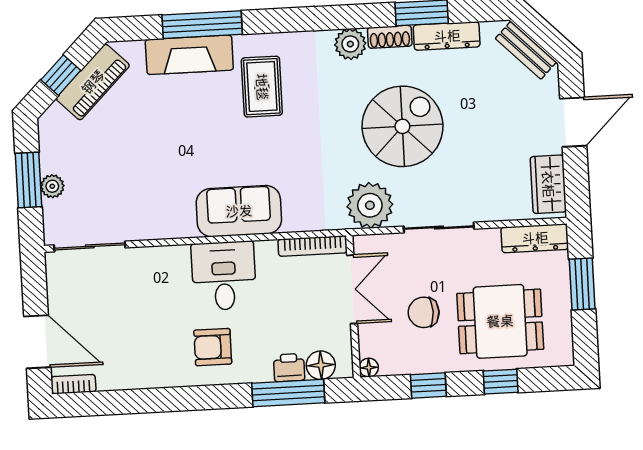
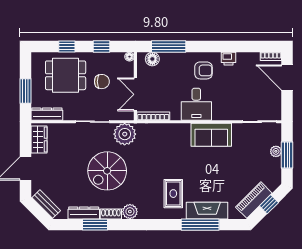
sofa: (239, 211) -> (211, 135), moved
printer: (289, 368) -> (229, 59), moved

